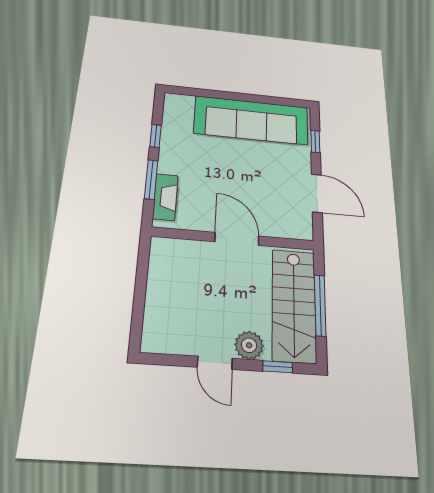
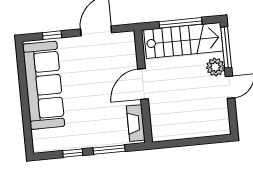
fireplace: (165, 197) -> (136, 123), moved, turned -90
window: (278, 367) -> (226, 47), width x2.17

